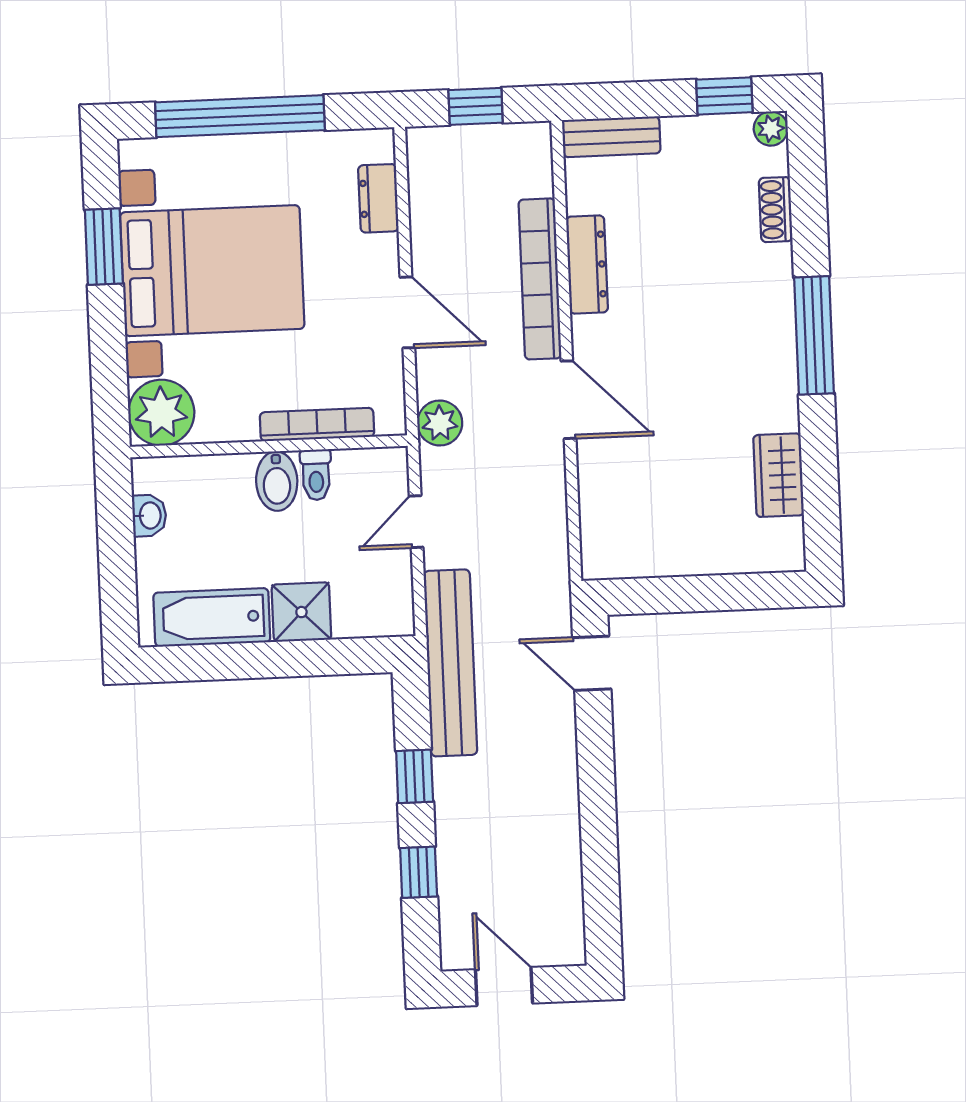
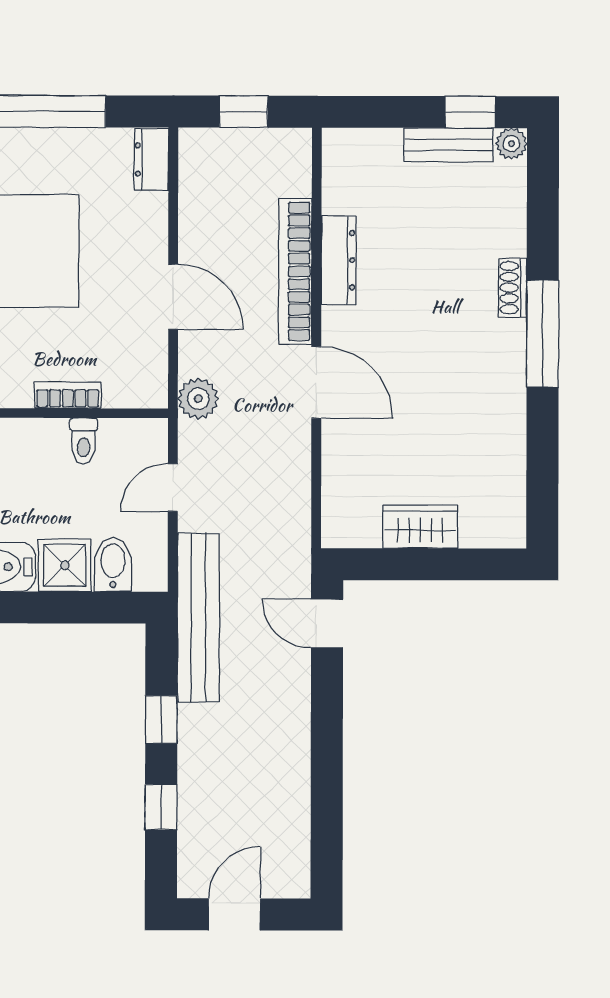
bench: (611, 137) -> (448, 145), moved
dresser: (378, 198) -> (151, 159), moved
shoe rack: (776, 210) -> (513, 288), moved
bookcase: (317, 425) -> (68, 395), width x0.64
wardrobe: (779, 475) -> (420, 527), moved, turned 90
bidet: (277, 481) -> (113, 564), moved, turned 180
door: (504, 986) -> (234, 914), hinge flipped

